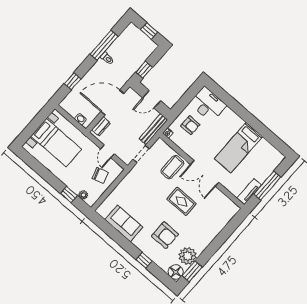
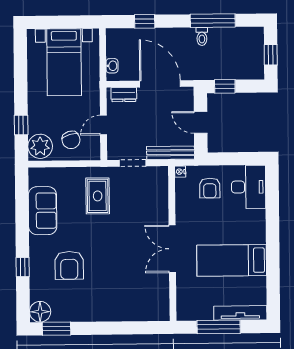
coffee table: (172, 167) -> (148, 209), removed
tv unit: (249, 192) -> (240, 313), moved, width x1.41
plant: (83, 195) -> (40, 146), width x1.88, depth x1.88
rug: (182, 201) -> (98, 196), moved
plant: (188, 256) -> (68, 309), removed

